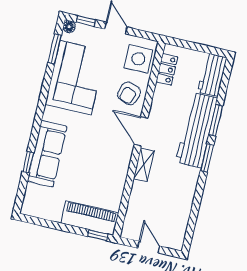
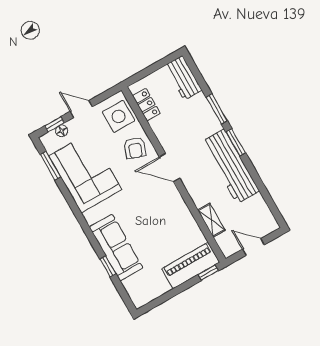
floor lamp: (69, 27) -> (62, 131), moved
workbench: (197, 130) -> (231, 166), moved
shelving: (144, 165) -> (211, 220), moved

